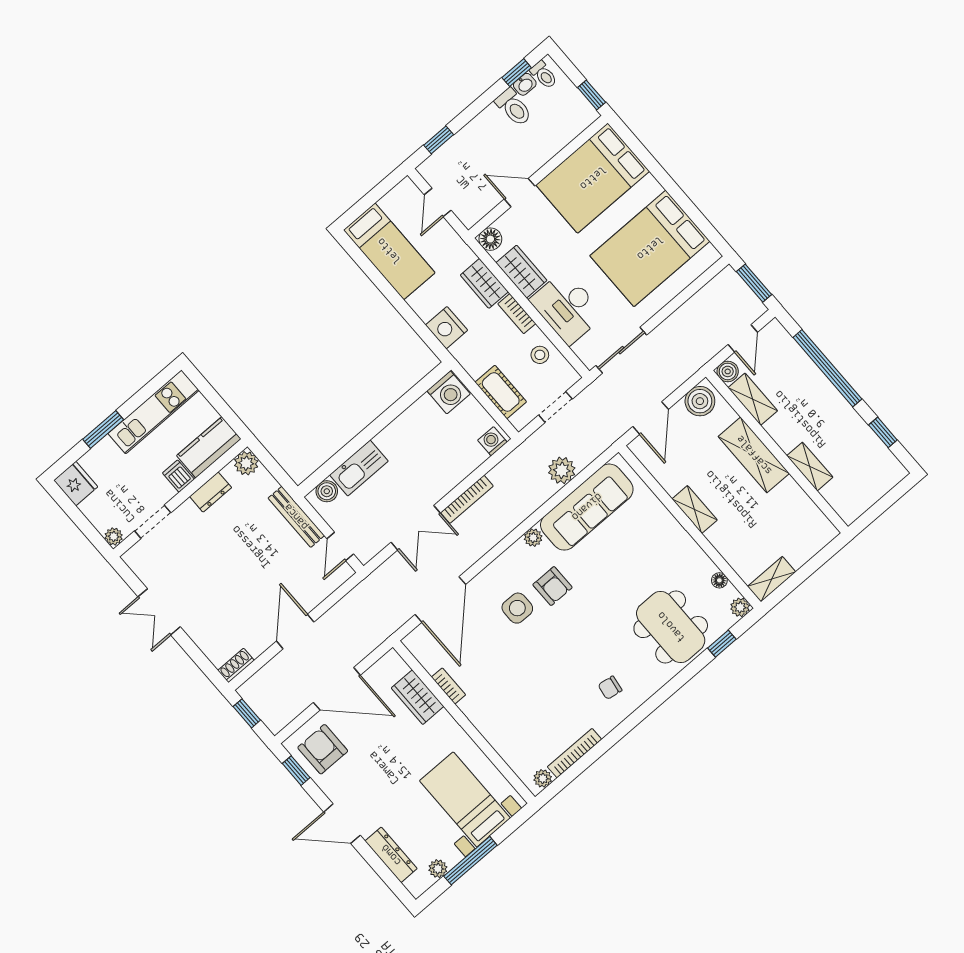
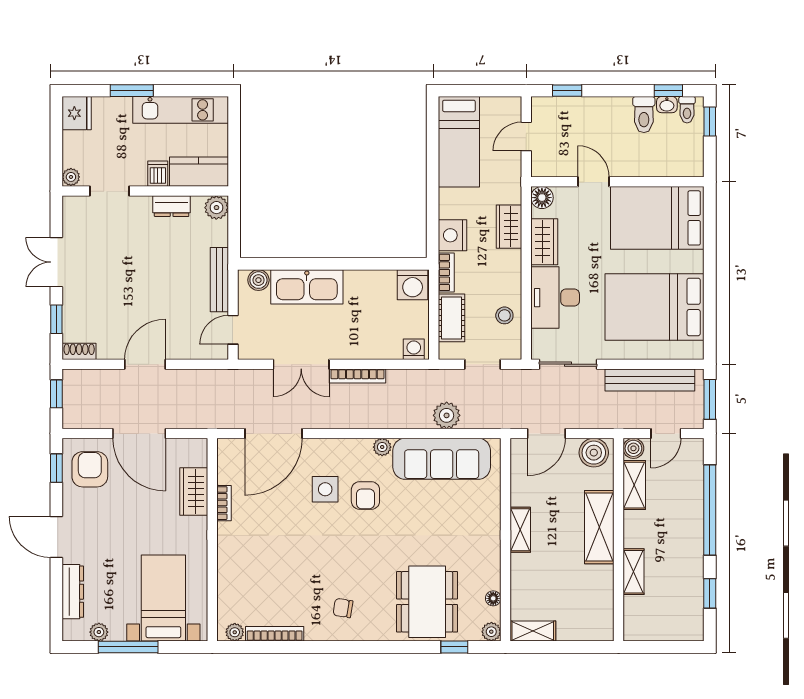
window: (592, 95) -> (710, 122), moved
bench: (695, 308) -> (650, 380), added
bookcase: (517, 314) -> (446, 272), moved, turned 180
kitchen sink: (359, 468) -> (307, 287), width x1.36, depth x1.24
window: (197, 656) -> (56, 319), added

